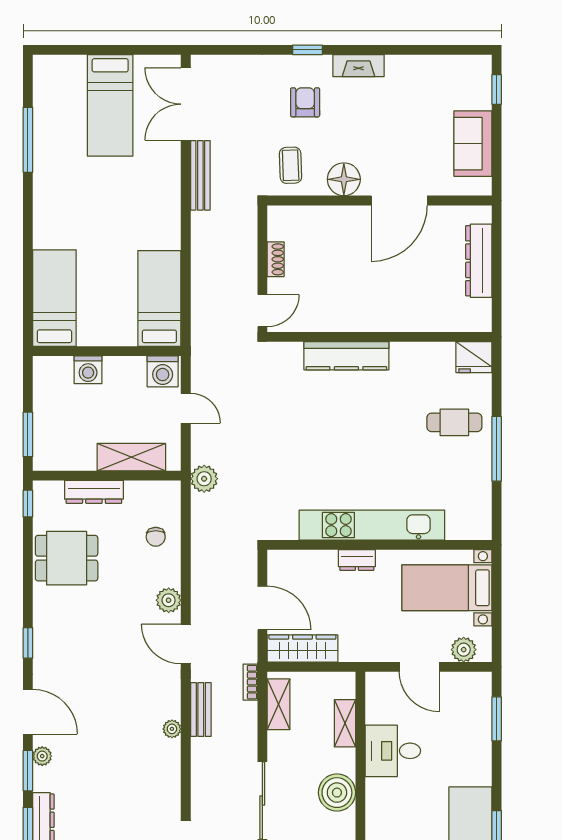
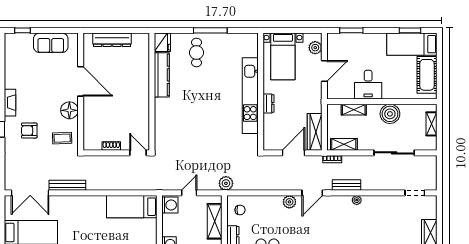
kitchen counter: (346, 356) -> (162, 75), moved
chair: (156, 537) -> (240, 210), moved

